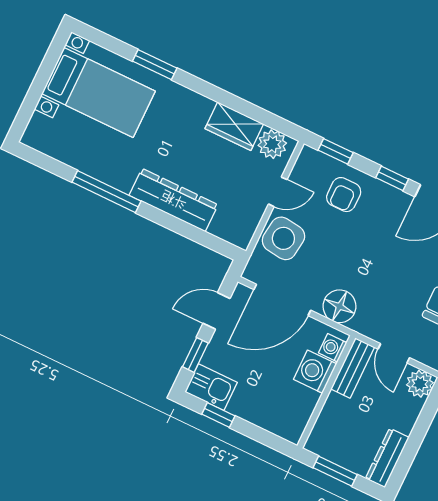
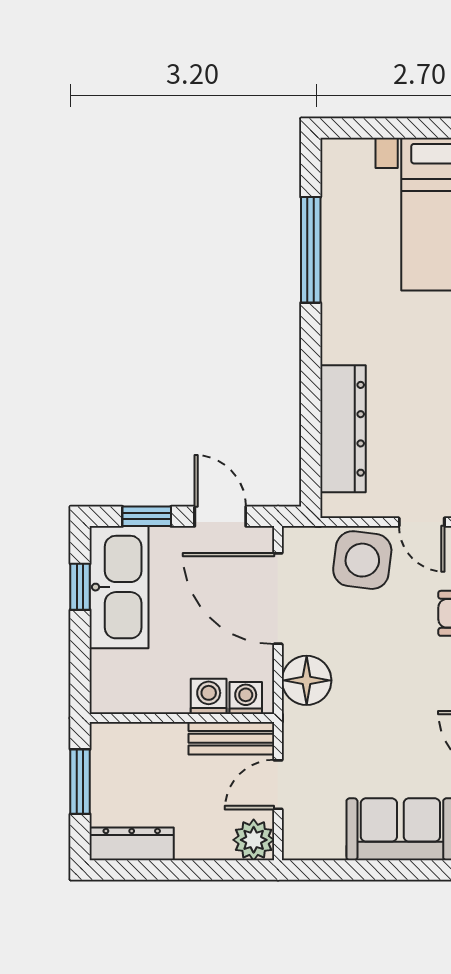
window: (107, 192) -> (311, 250), moved
dresser: (174, 200) -> (343, 429), moved
washing machine: (315, 372) -> (209, 696), width x0.73, depth x0.73
kitchen sink: (211, 387) -> (119, 587), width x1.88, depth x1.24

